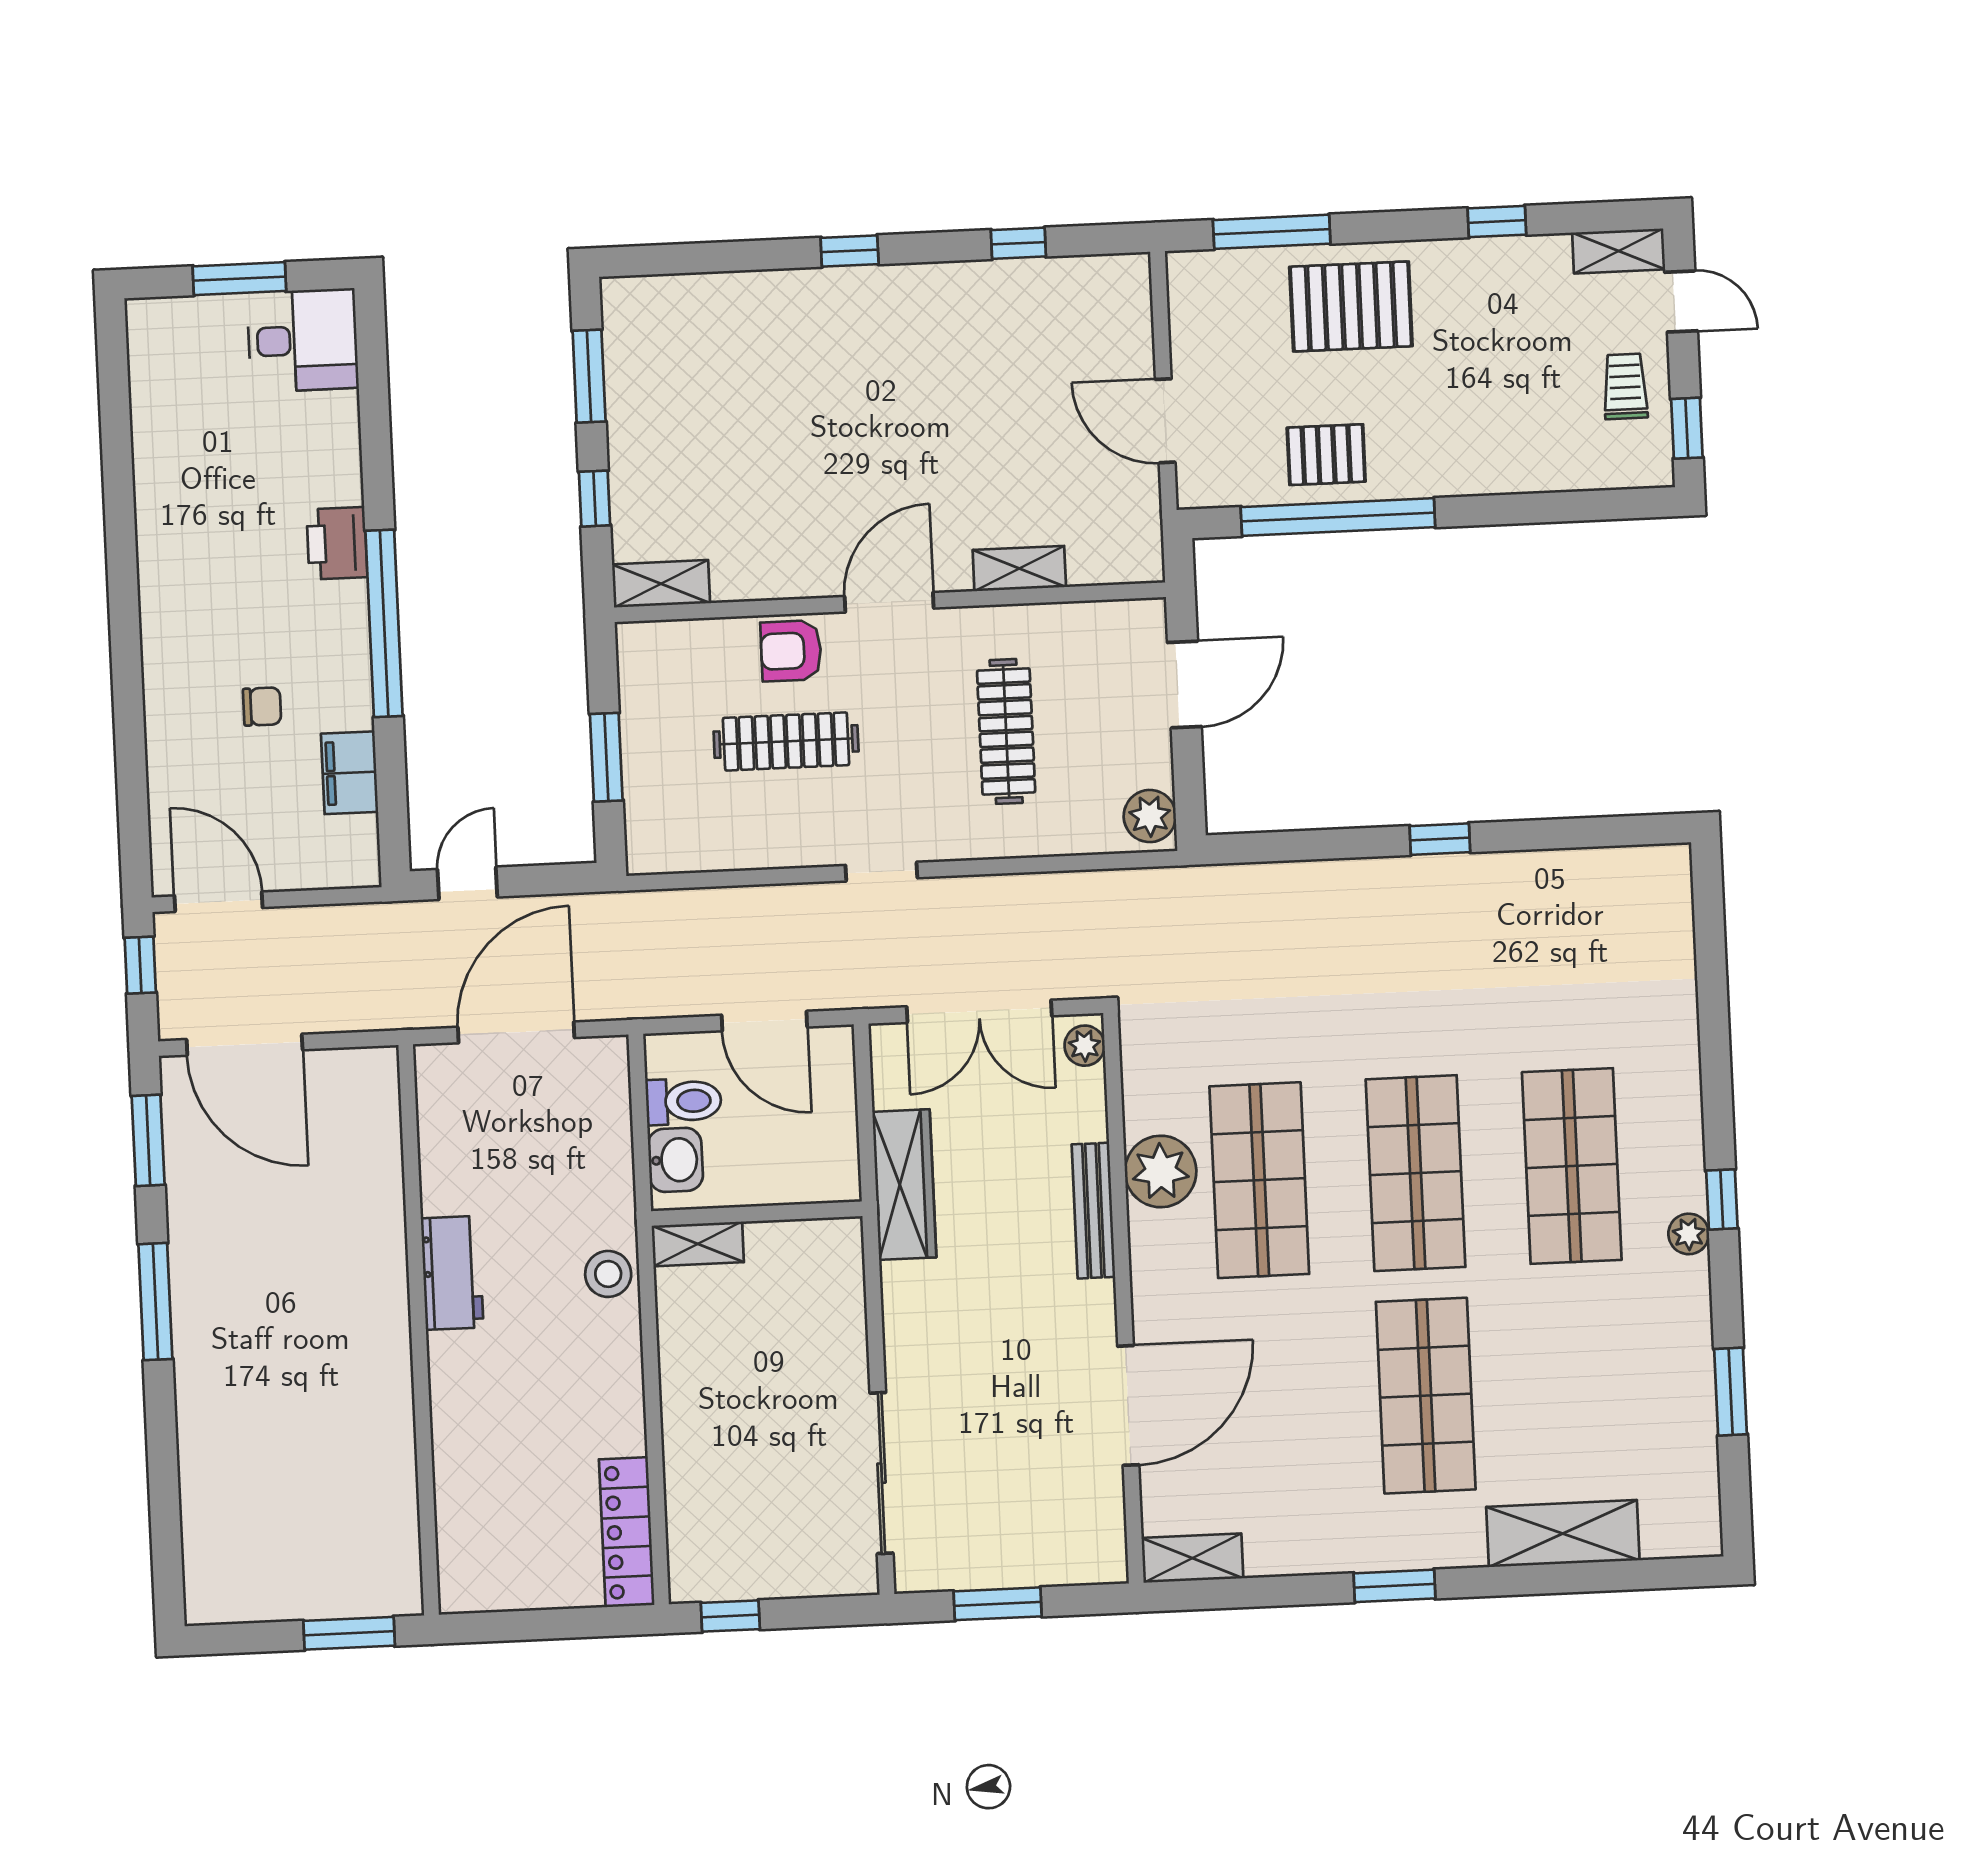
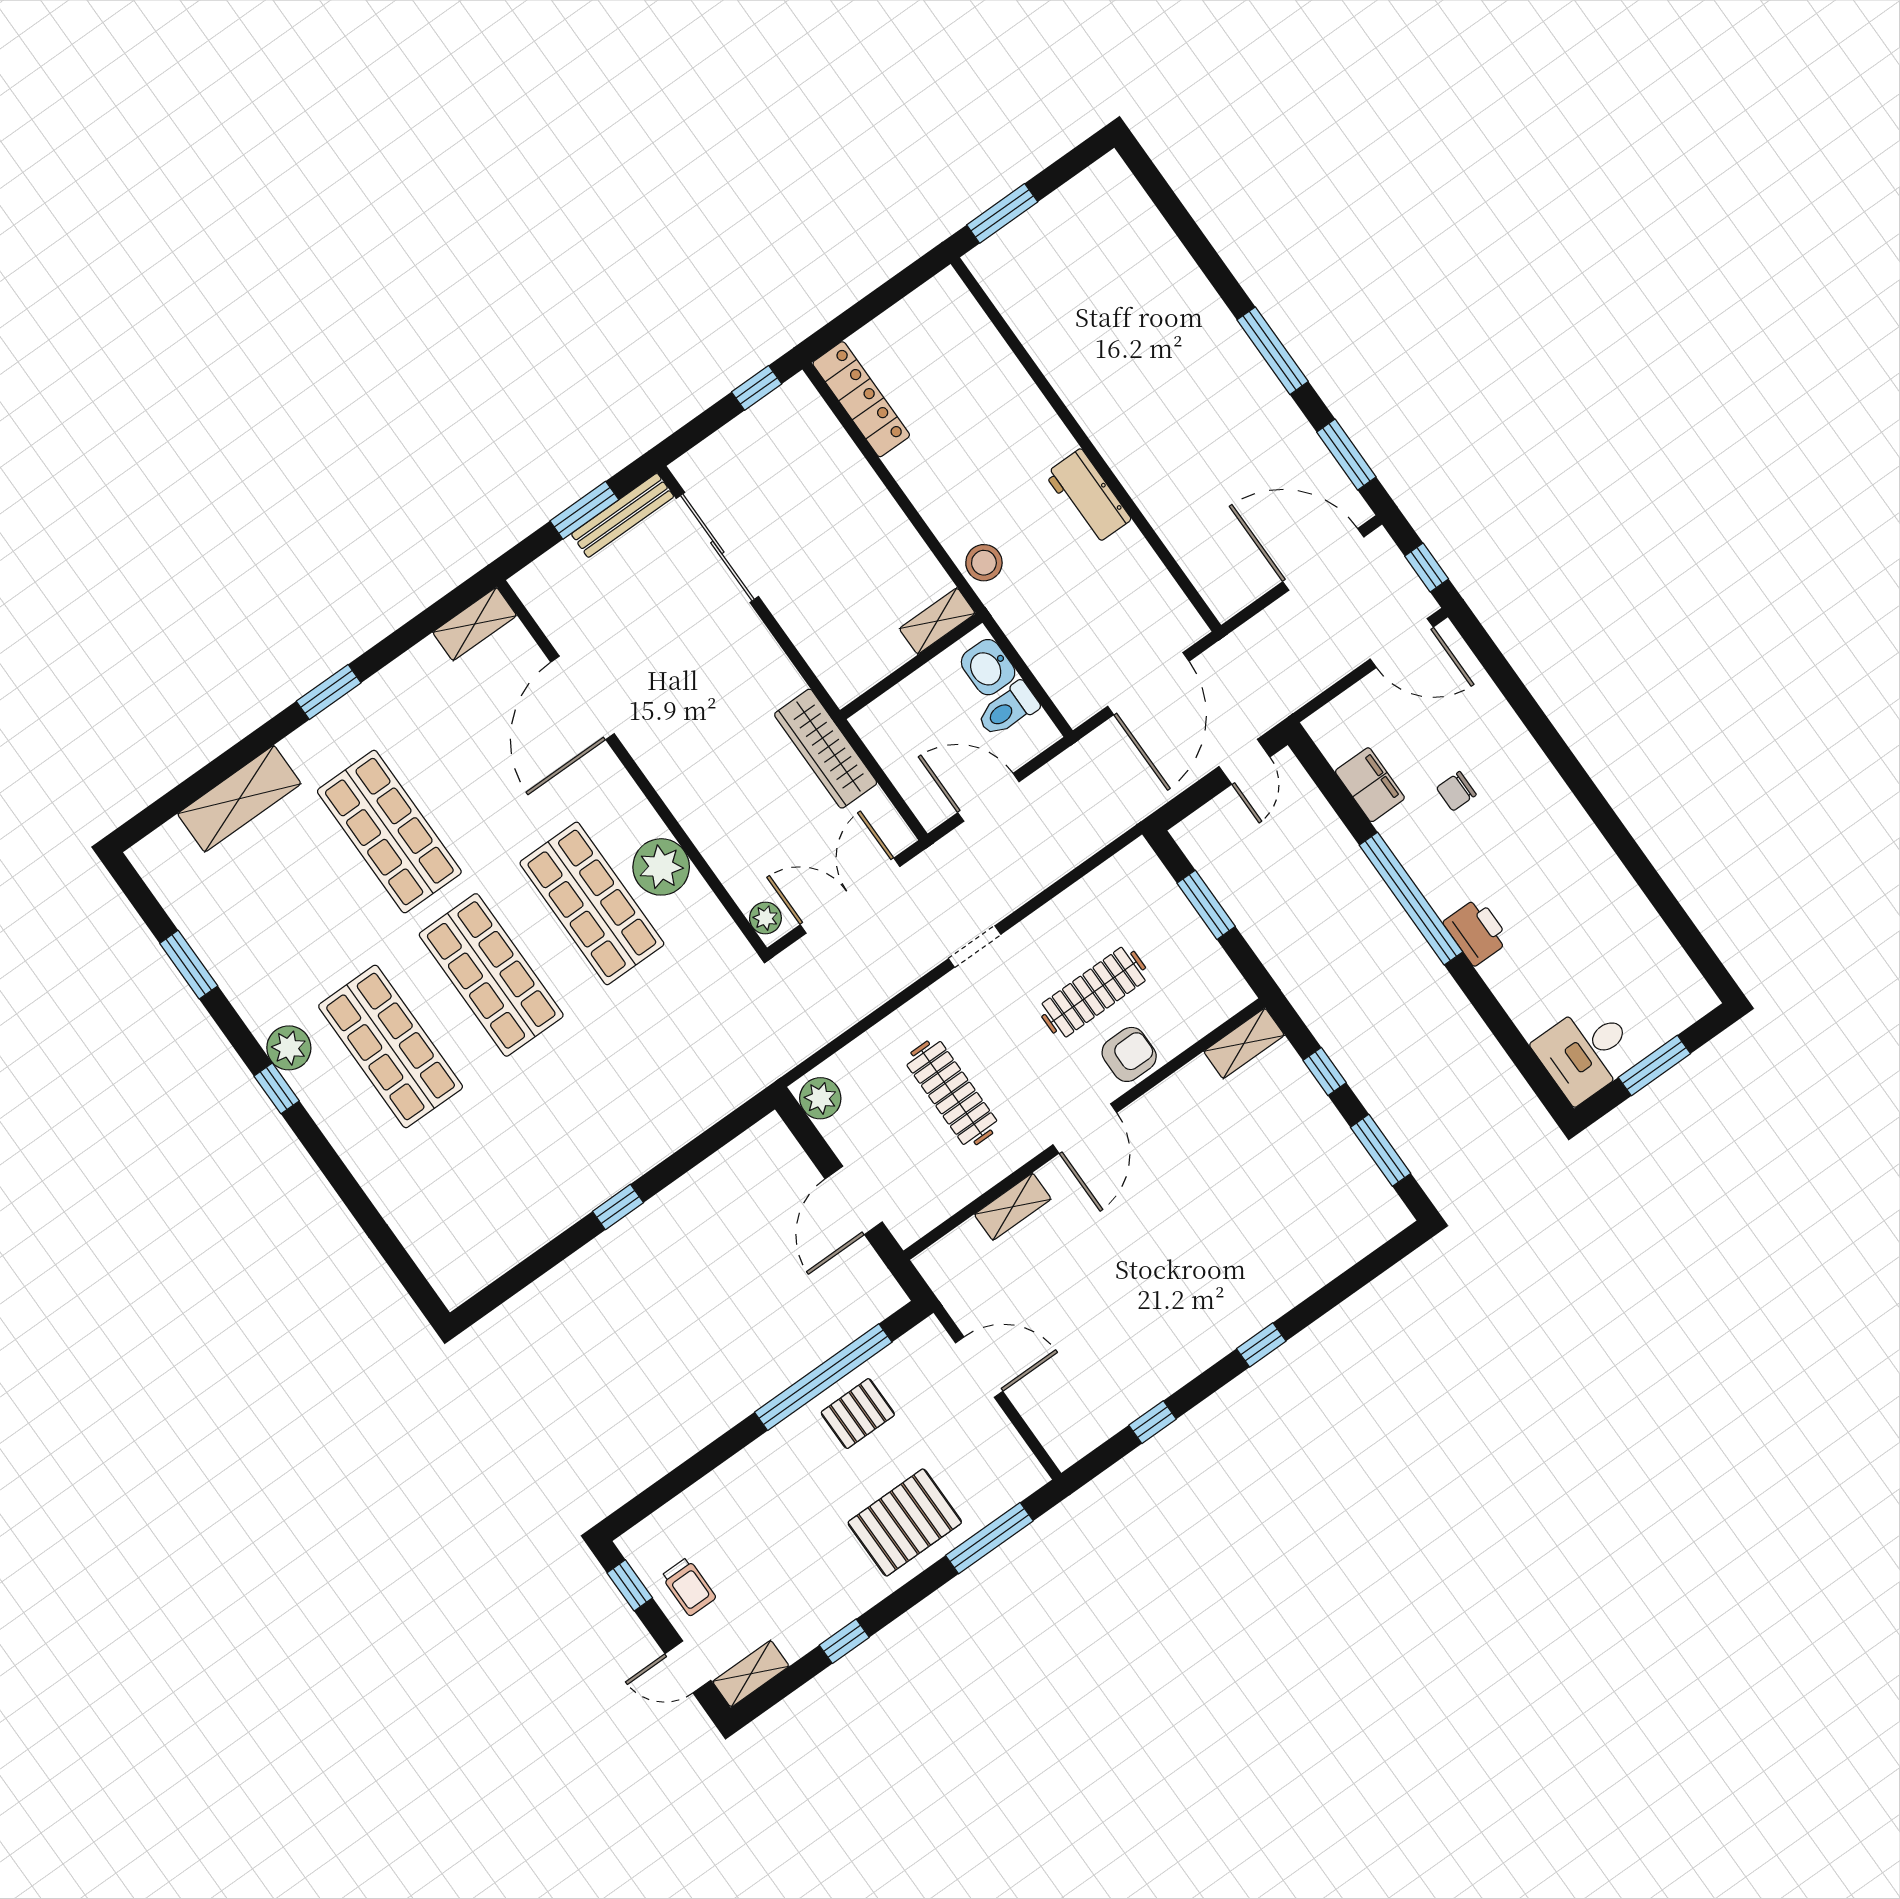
bench: (1093, 1211) -> (623, 515), moved, turned 90
plant: (1689, 1234) -> (289, 1048), width x1.38, depth x1.38

